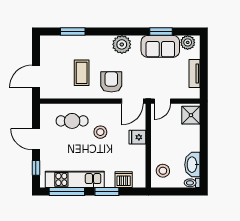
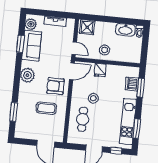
door: (132, 101) -> (72, 71), hinge flipped
stool: (163, 171) -> (105, 50), moved
window: (67, 192) -> (137, 129), width x0.69
window: (107, 192) -> (141, 88), moved

